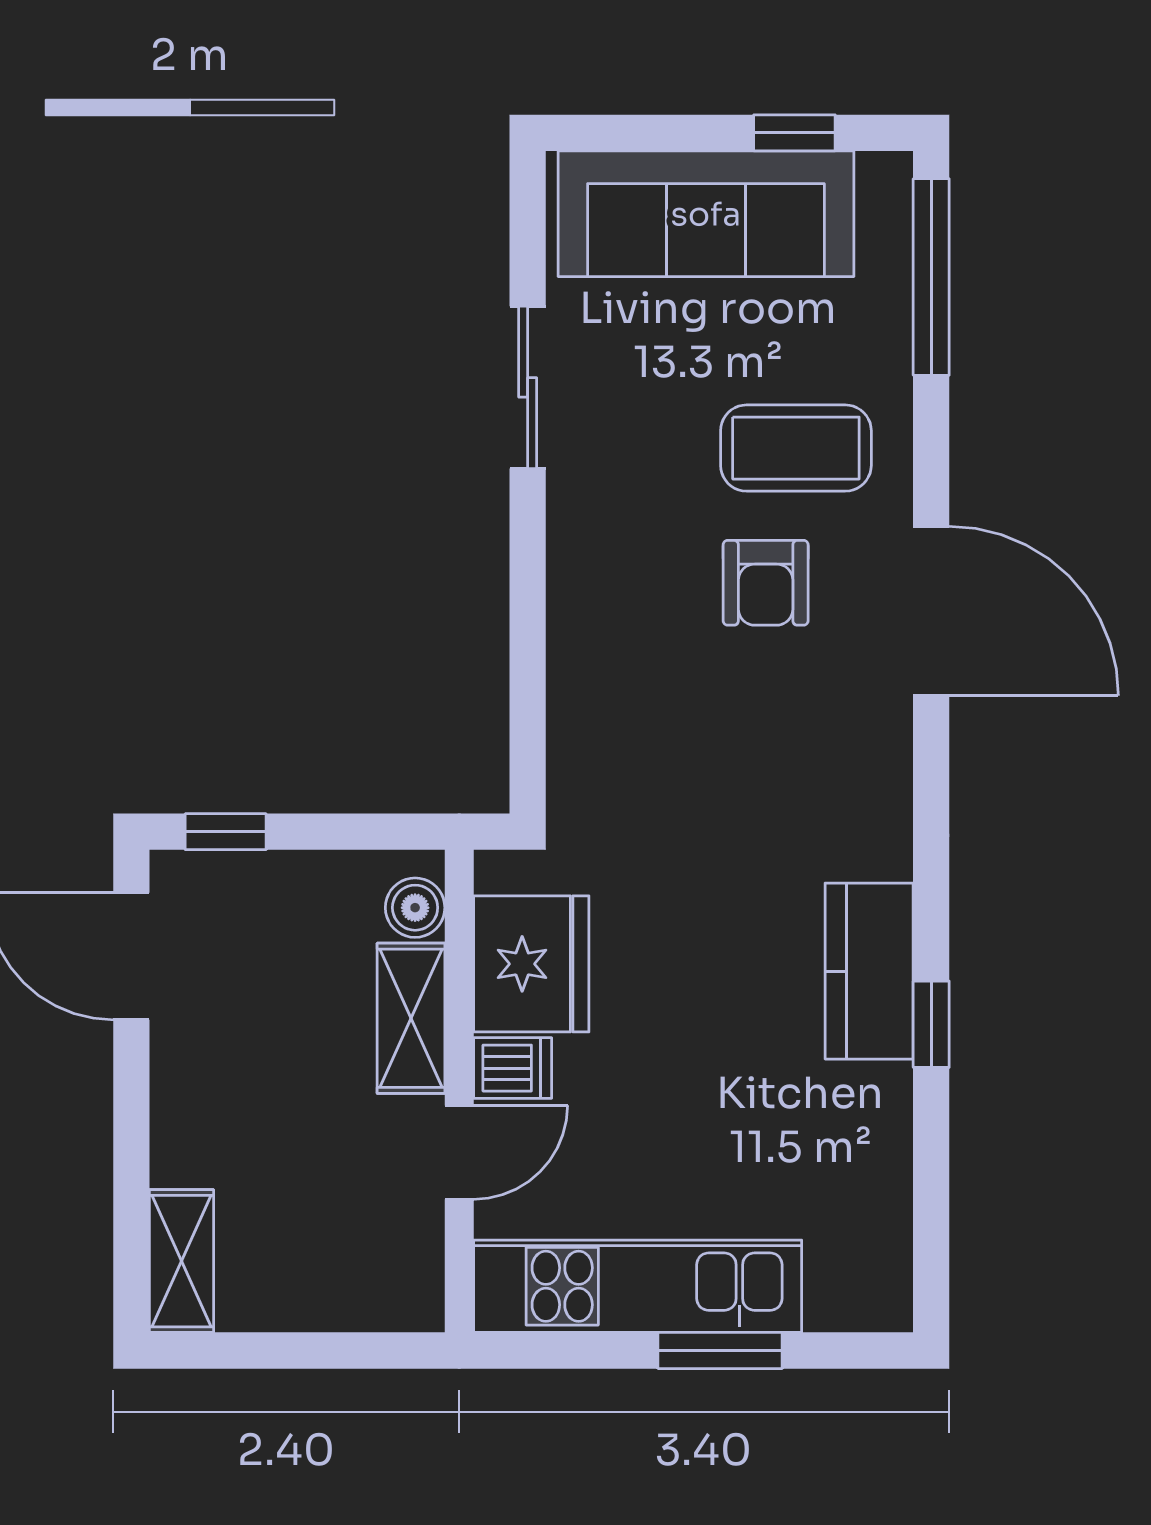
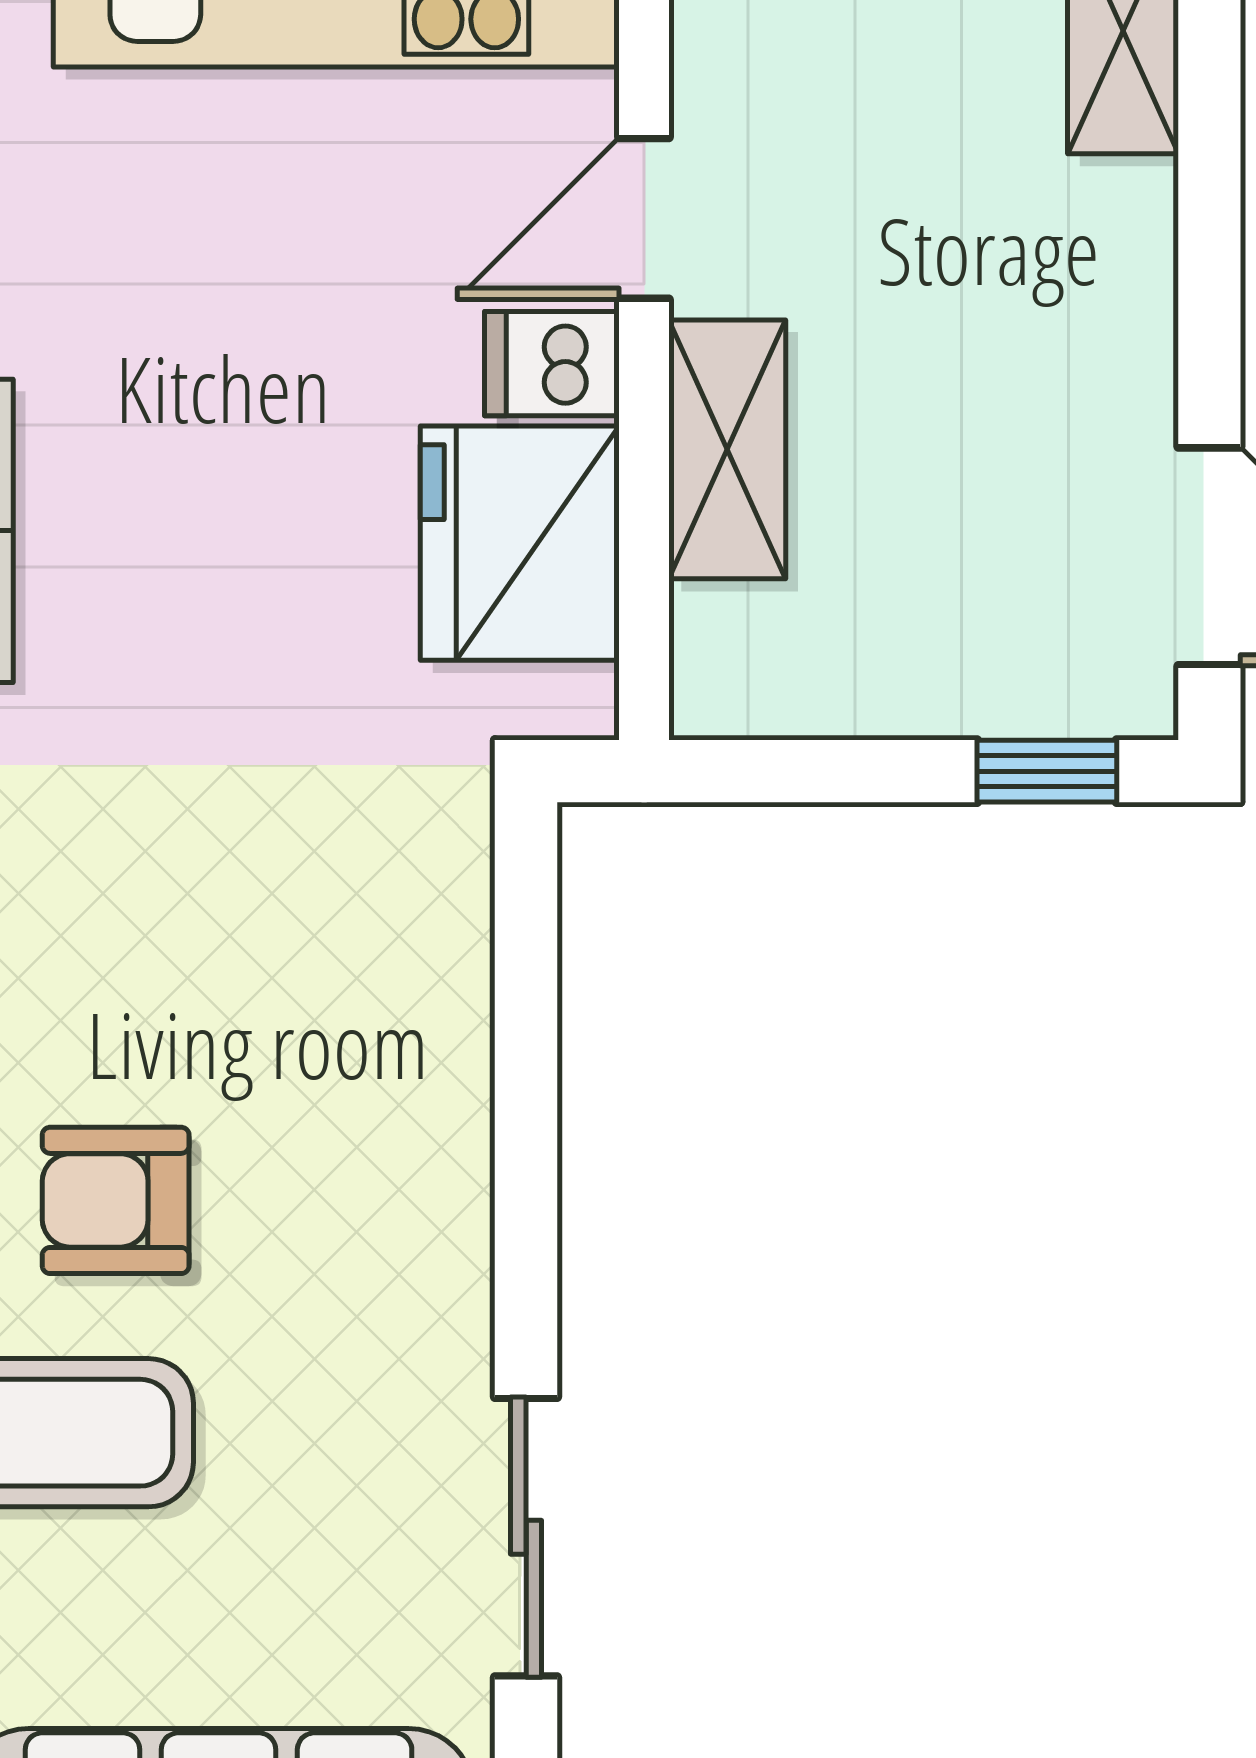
armchair: (766, 583) -> (116, 1200), turned -90
boiler: (415, 908) -> (720, 640), removed

